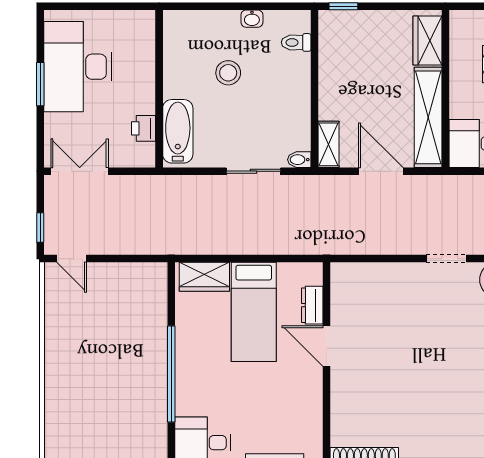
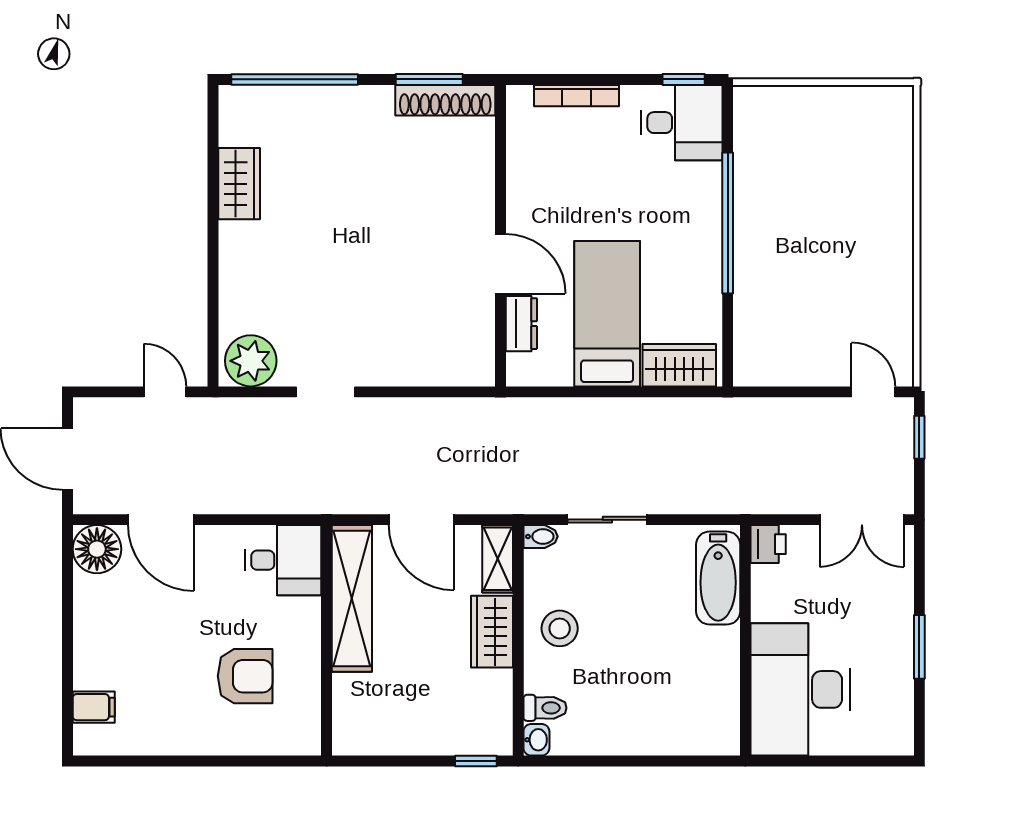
washbasin: (252, 19) -> (536, 740), moved, turned 90
wardrobe: (428, 40) -> (492, 632), moved, turned 180
desk: (78, 67) -> (800, 689), moved, turned 180
stool: (228, 73) -> (560, 628), moved
printer: (144, 128) -> (768, 544), moved

